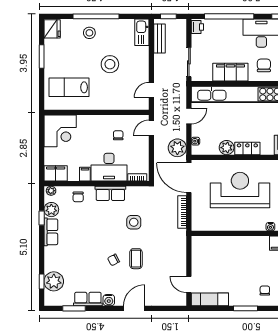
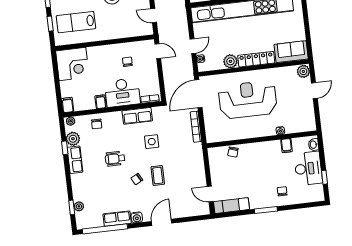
window: (42, 86) -> (50, 24), added
door: (151, 90) -> (154, 16), hinge flipped
door: (189, 116) -> (193, 46), moved
door: (151, 128) -> (158, 51), swing flipped
plant: (177, 148) -> (184, 67), removed
locker: (247, 149) -> (256, 59), width x1.53
filing cabinet: (56, 173) -> (68, 105), width x0.50
door: (189, 178) -> (198, 94), hinge flipped
row of seats: (110, 193) -> (137, 116), moved
wheelchair: (93, 236) -> (115, 159), added
chair: (218, 243) -> (233, 152), added
plant: (54, 281) -> (79, 206), width x0.53, depth x0.53
window: (74, 308) -> (105, 229), width x2.11

